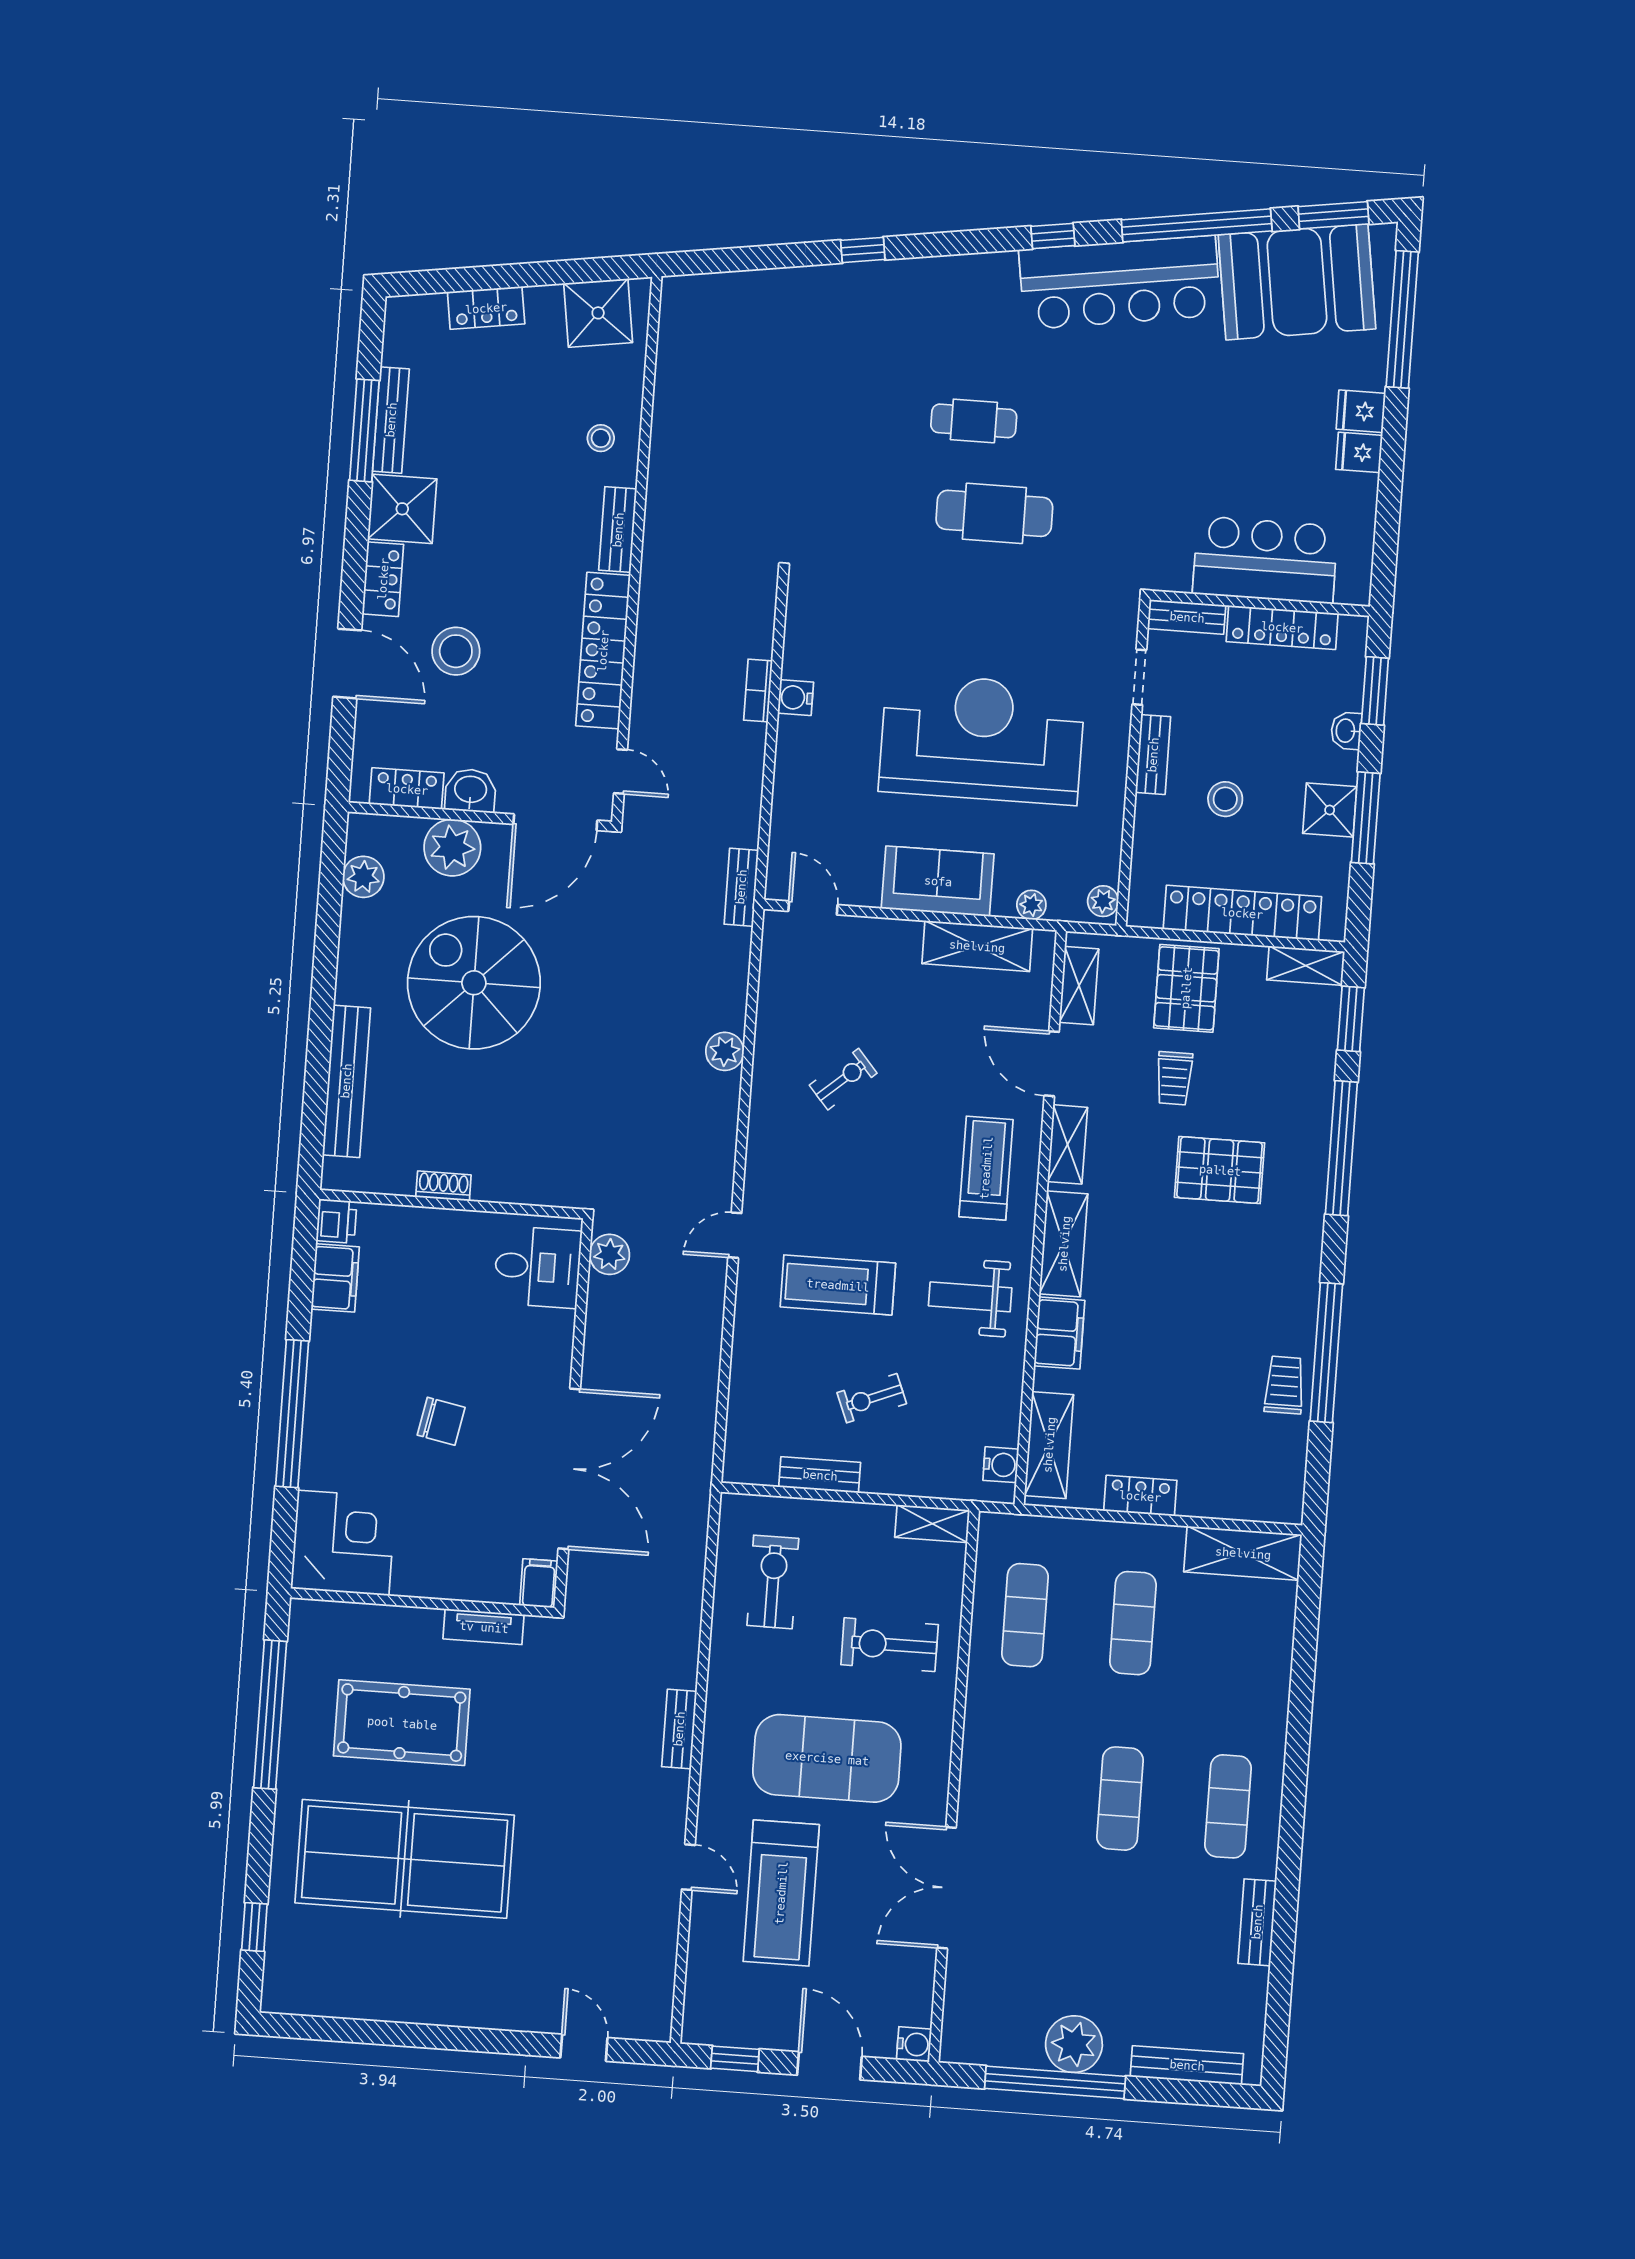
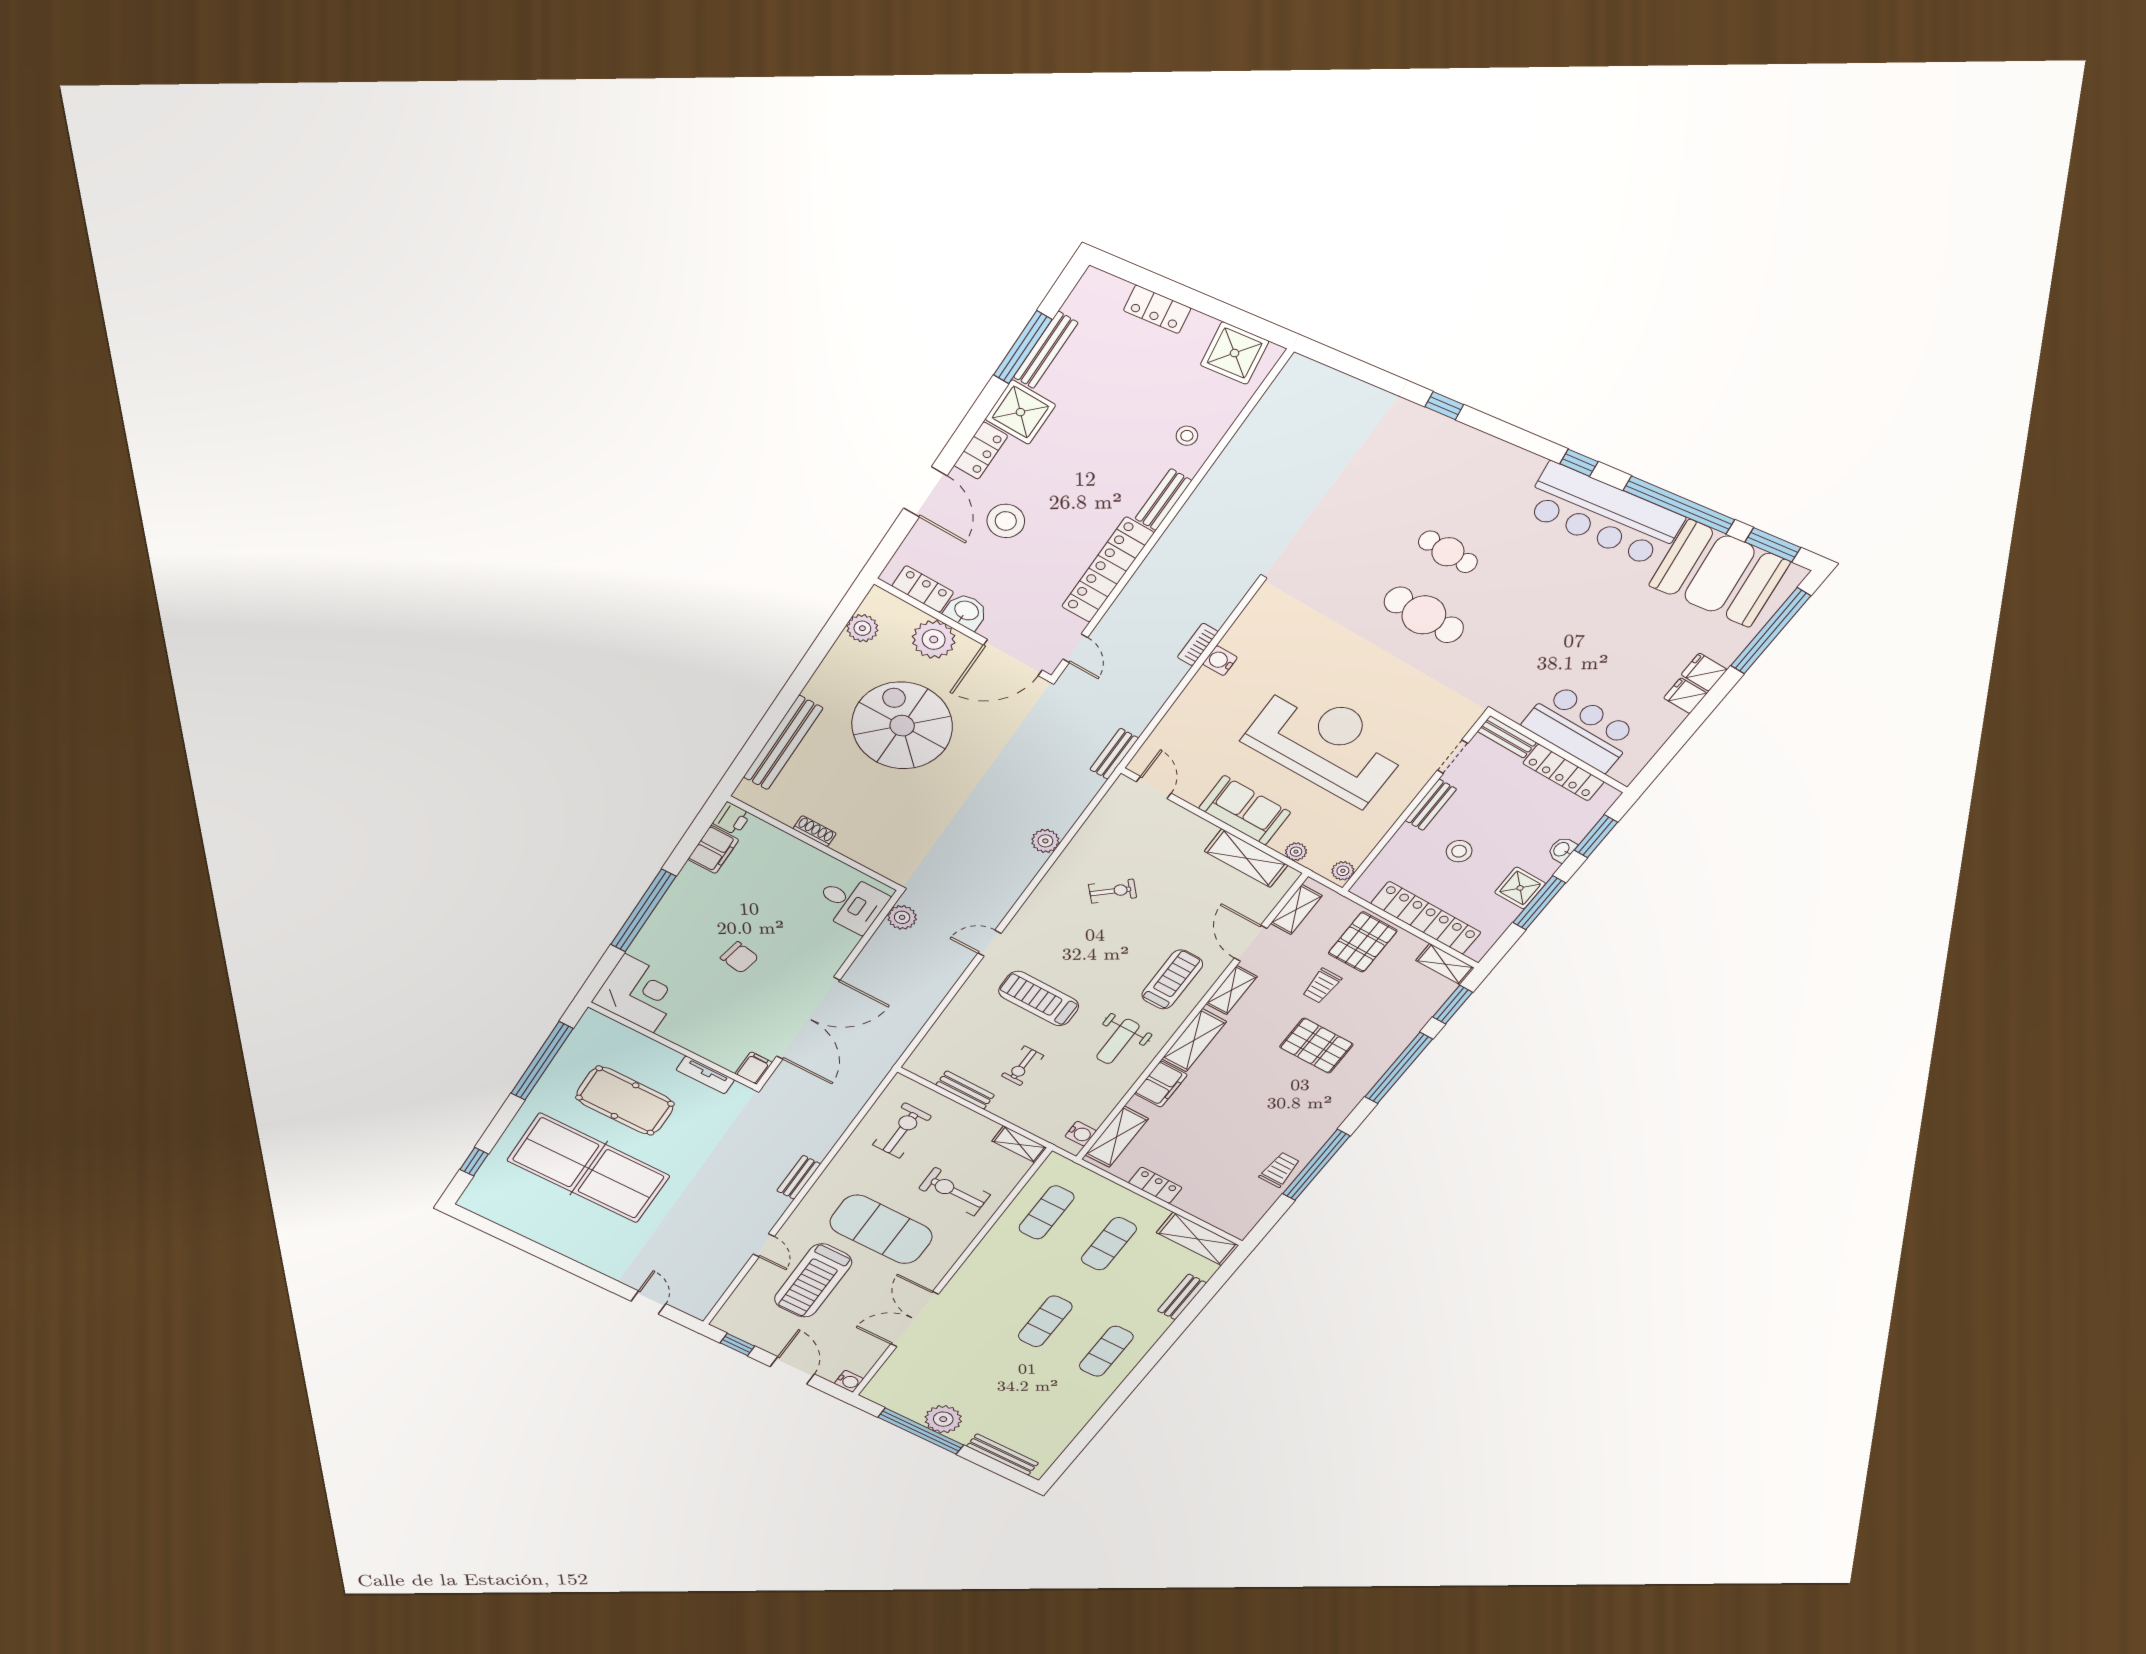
weight bench: (970, 1297) -> (1118, 1041), turned -90
exercise bike: (872, 1398) -> (1022, 1066), turned -68
bench: (1257, 1922) -> (1182, 1297), moved

